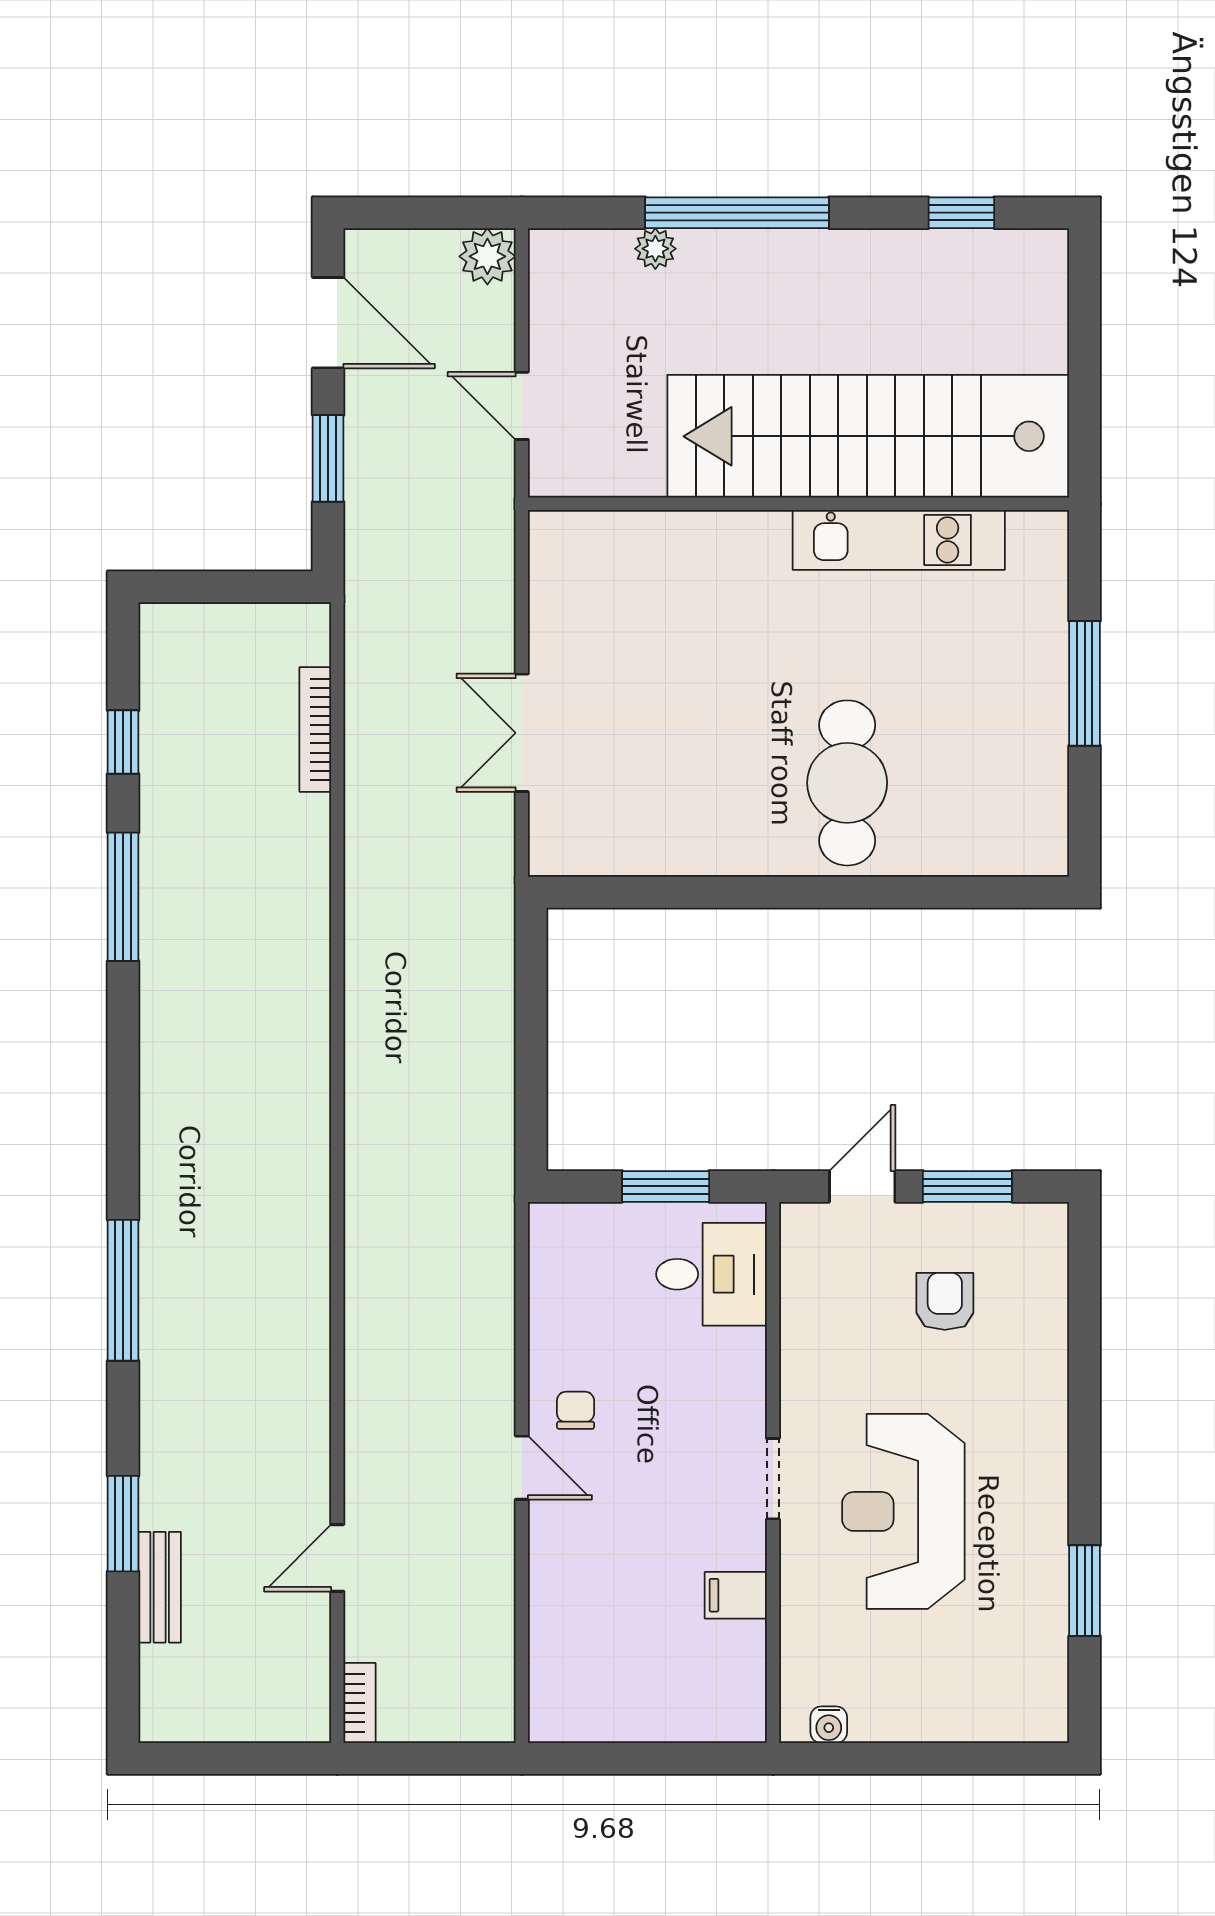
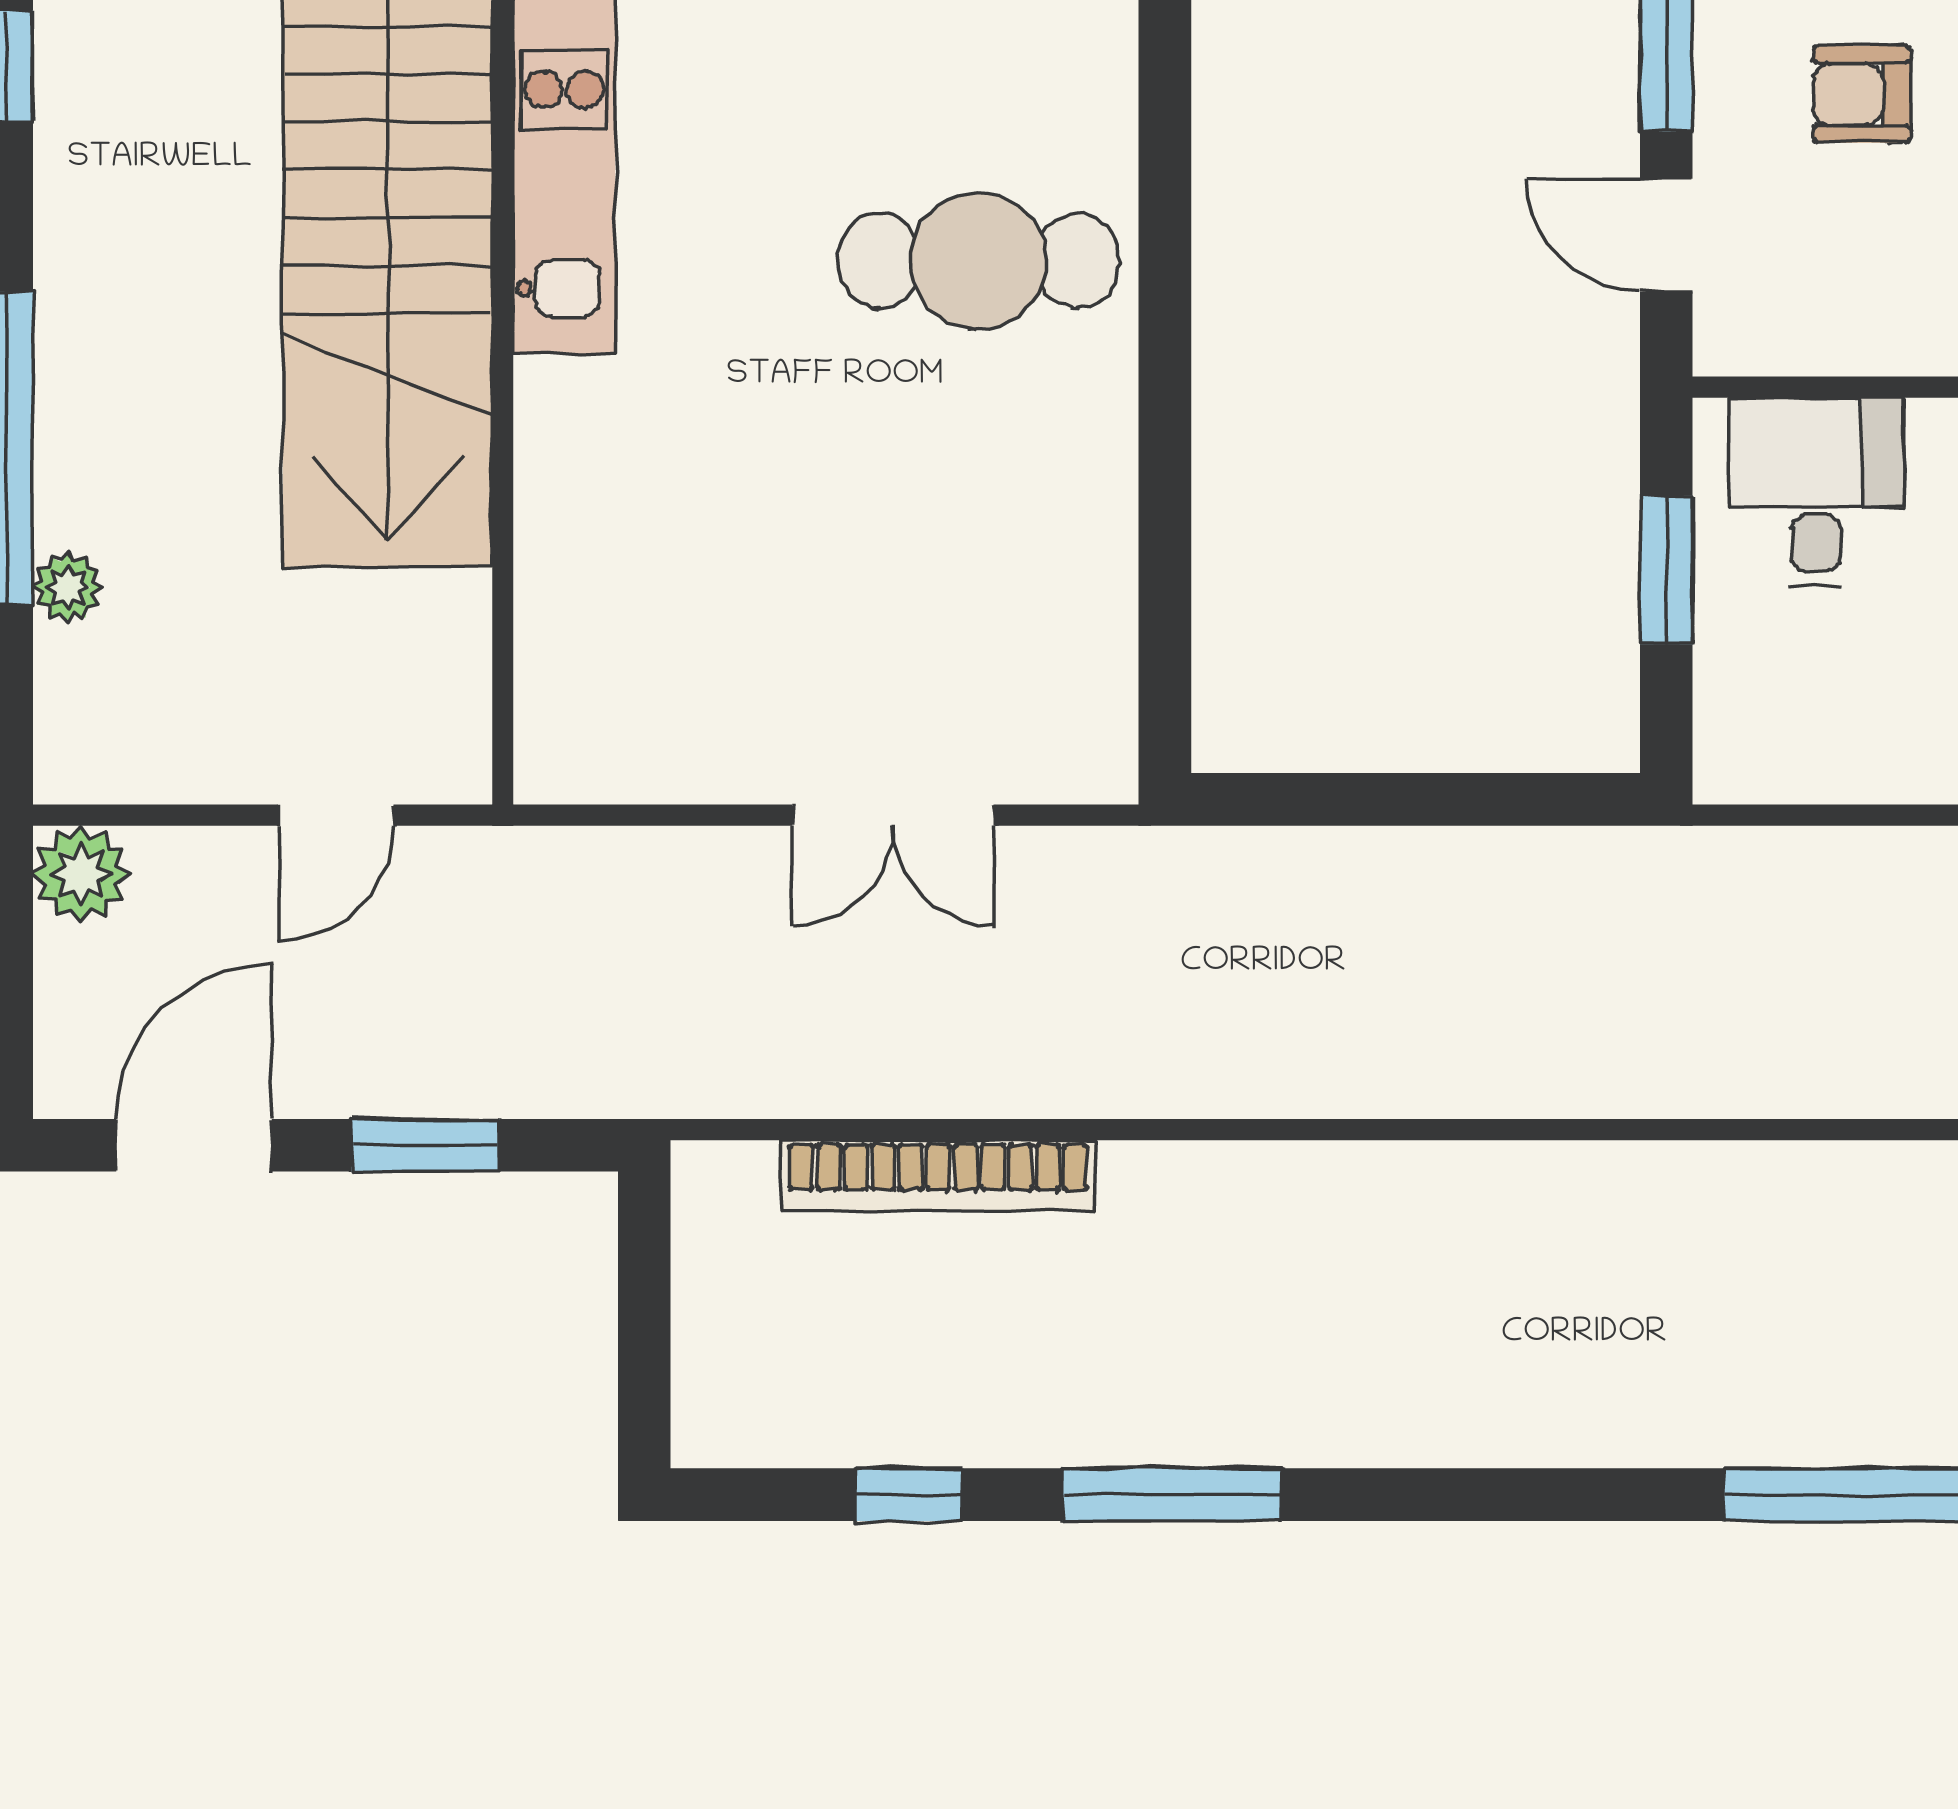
bookcase: (315, 730) -> (938, 1176), width x1.48, depth x1.31

